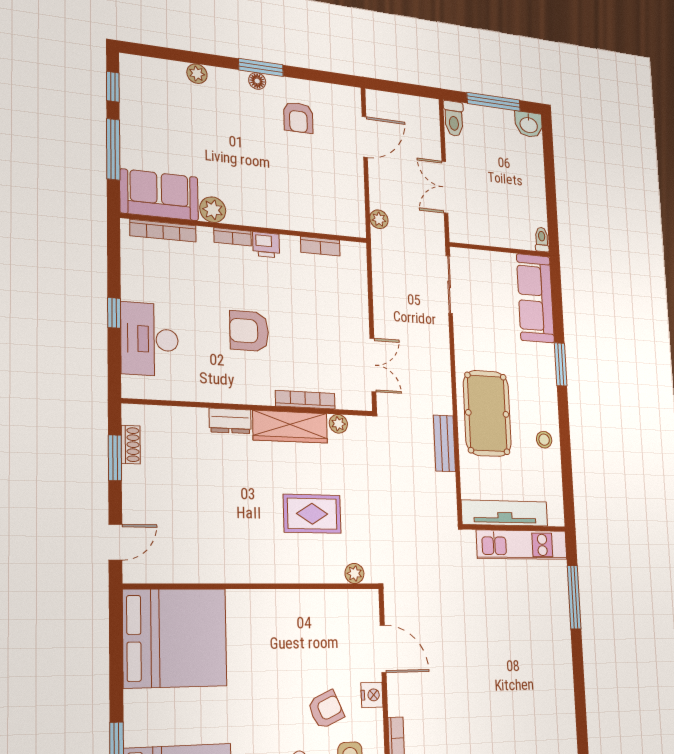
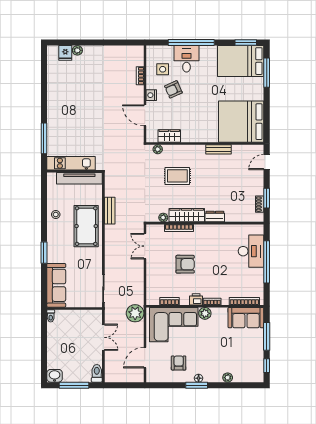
corner sofa: (310, 197) -> (174, 325), added
plant: (213, 210) -> (205, 313), moved
plant: (379, 219) -> (135, 313), width x1.88, depth x1.88
window: (114, 313) -> (267, 262), width x3.17
armchair: (249, 331) -> (185, 264), moved
bench: (225, 572) -> (218, 149), added
wardrobe: (331, 603) -> (169, 136), added

